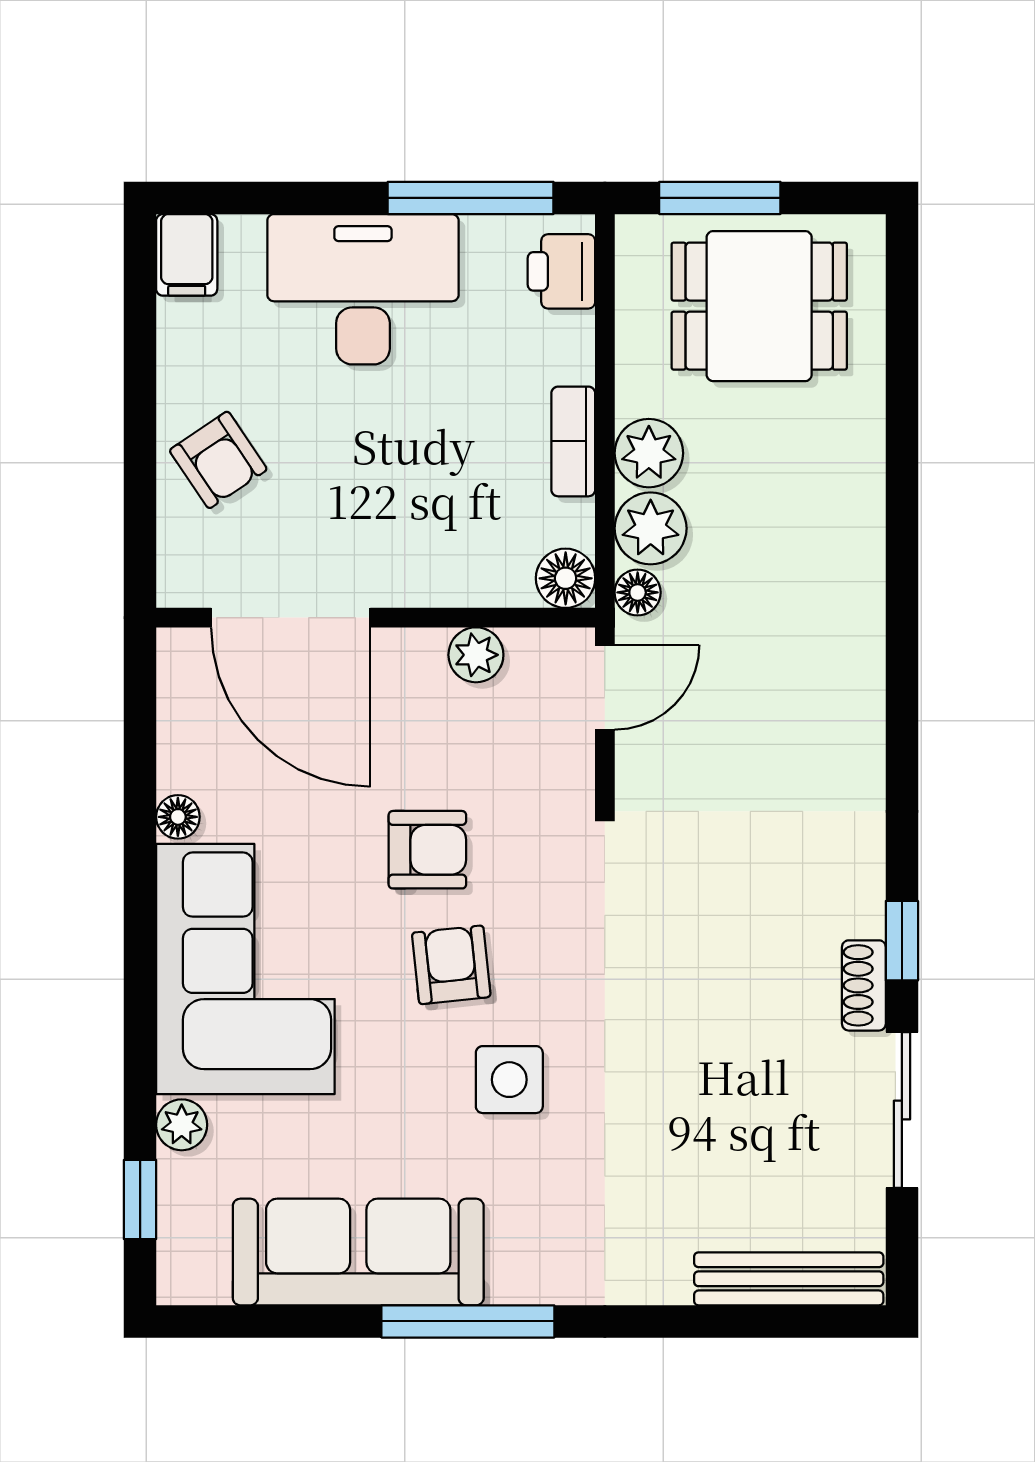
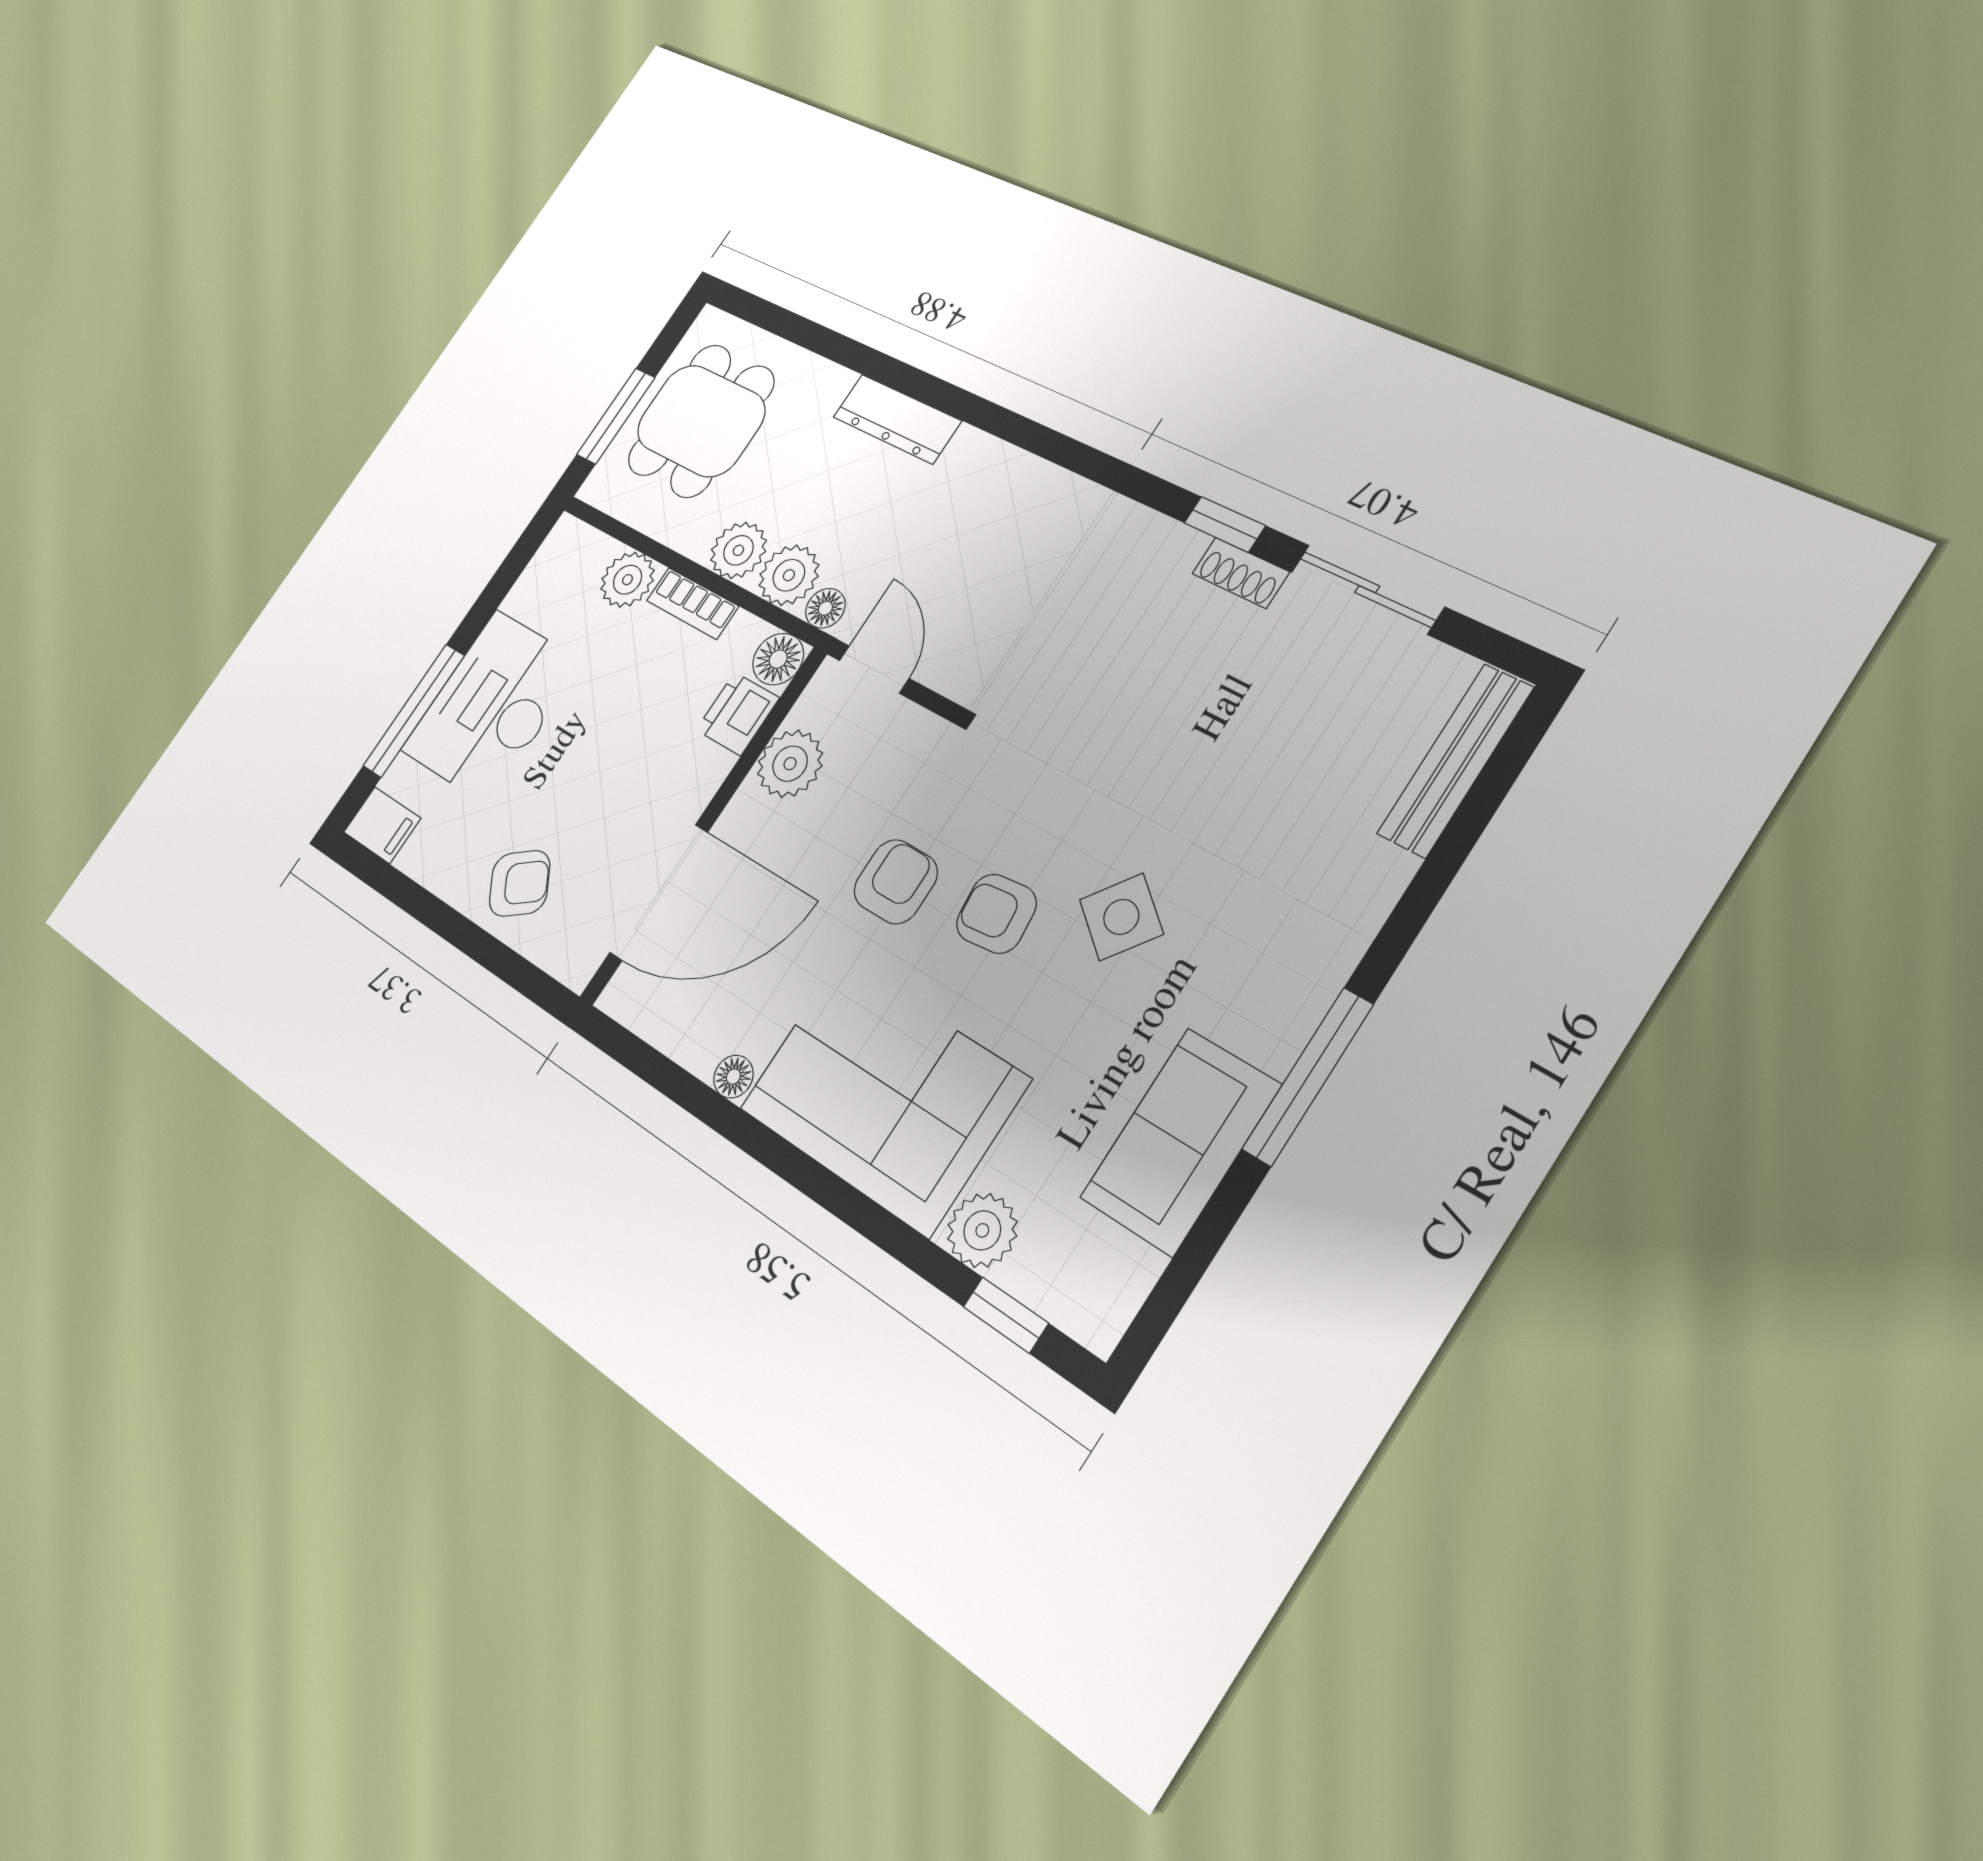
window: (471, 198) -> (414, 711), moved
printer: (561, 271) -> (738, 714), moved, turned 90
plant: (561, 348) -> (627, 580), added
dresser: (857, 532) -> (897, 419), added
plant: (476, 655) -> (790, 764), width x1.38, depth x1.38
side table: (509, 1080) -> (1121, 917), turned 38
plant: (182, 1125) -> (982, 1230), width x1.38, depth x1.38
sofa: (358, 1252) -> (1180, 1141), width x0.73

